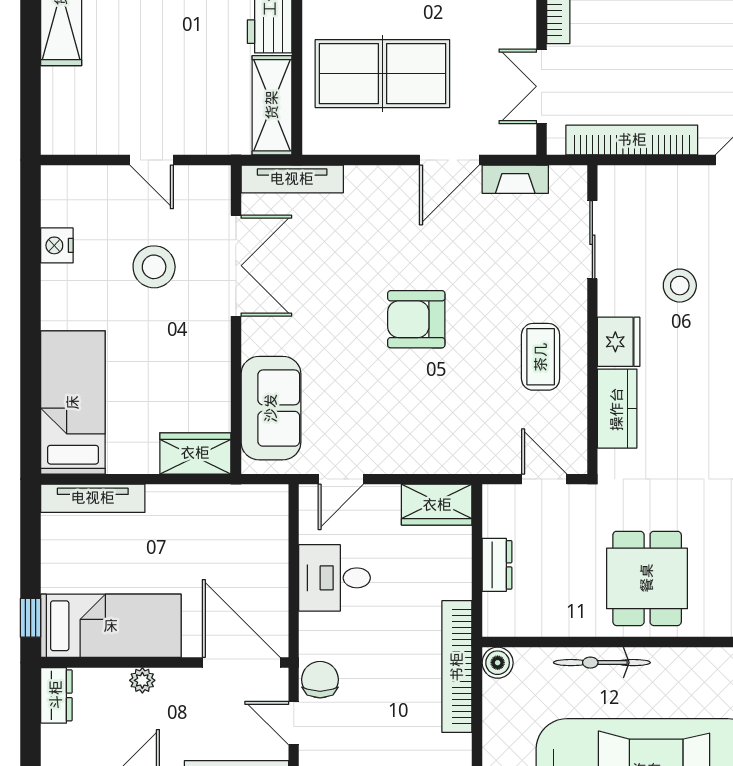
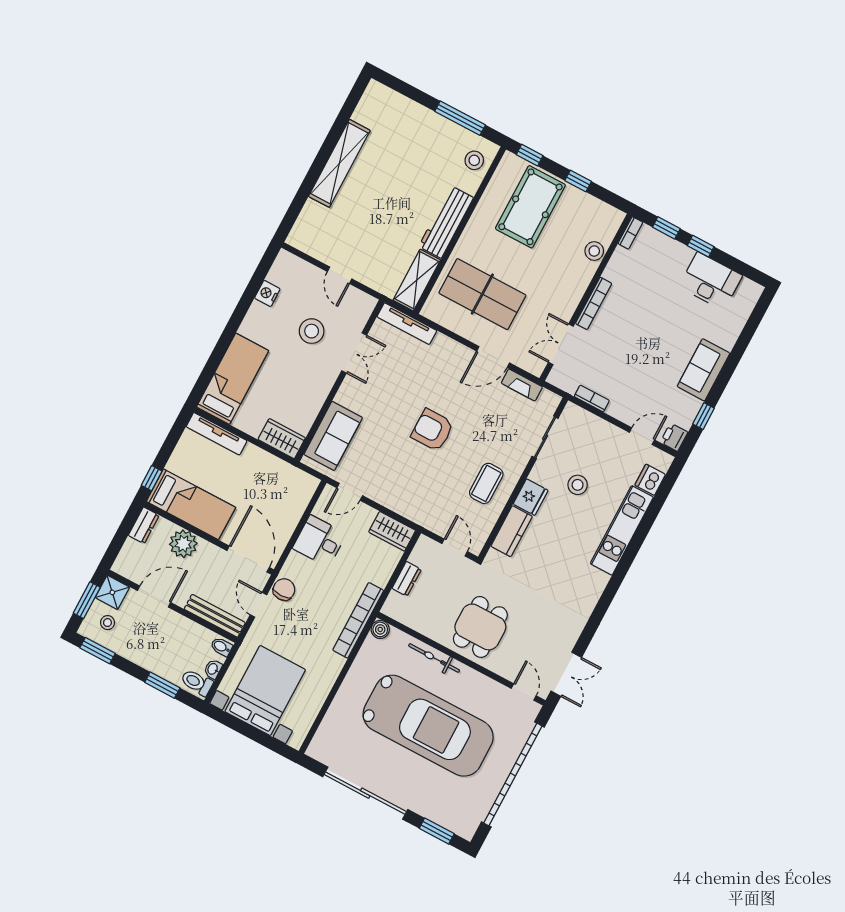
bookcase: (632, 140) -> (592, 398), width x0.43, depth x0.76
double door: (236, 266) -> (354, 353), width x0.73
plant: (142, 680) -> (183, 544), width x1.88, depth x1.88

